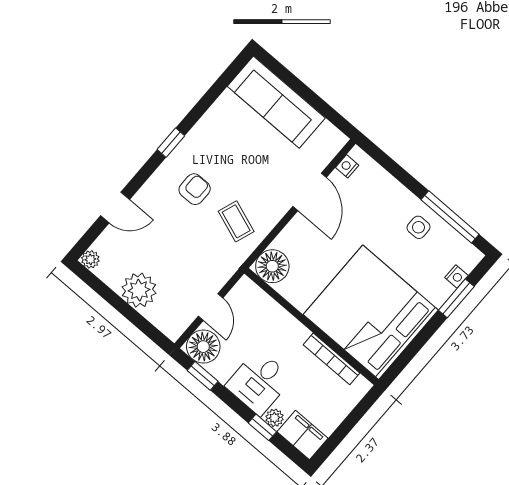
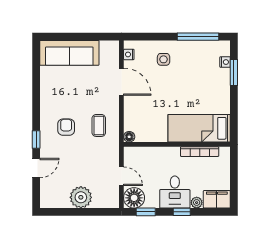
window: (171, 143) -> (36, 140), moved
coffee table: (236, 221) -> (99, 125), turned 70
side table: (418, 227) -> (164, 59), moved
plant: (90, 259) -> (45, 203), removed
floor lamp: (272, 266) -> (129, 137), width x0.53, depth x0.53
bed: (371, 312) -> (199, 128), width x0.49
window: (262, 427) -> (182, 212), moved

